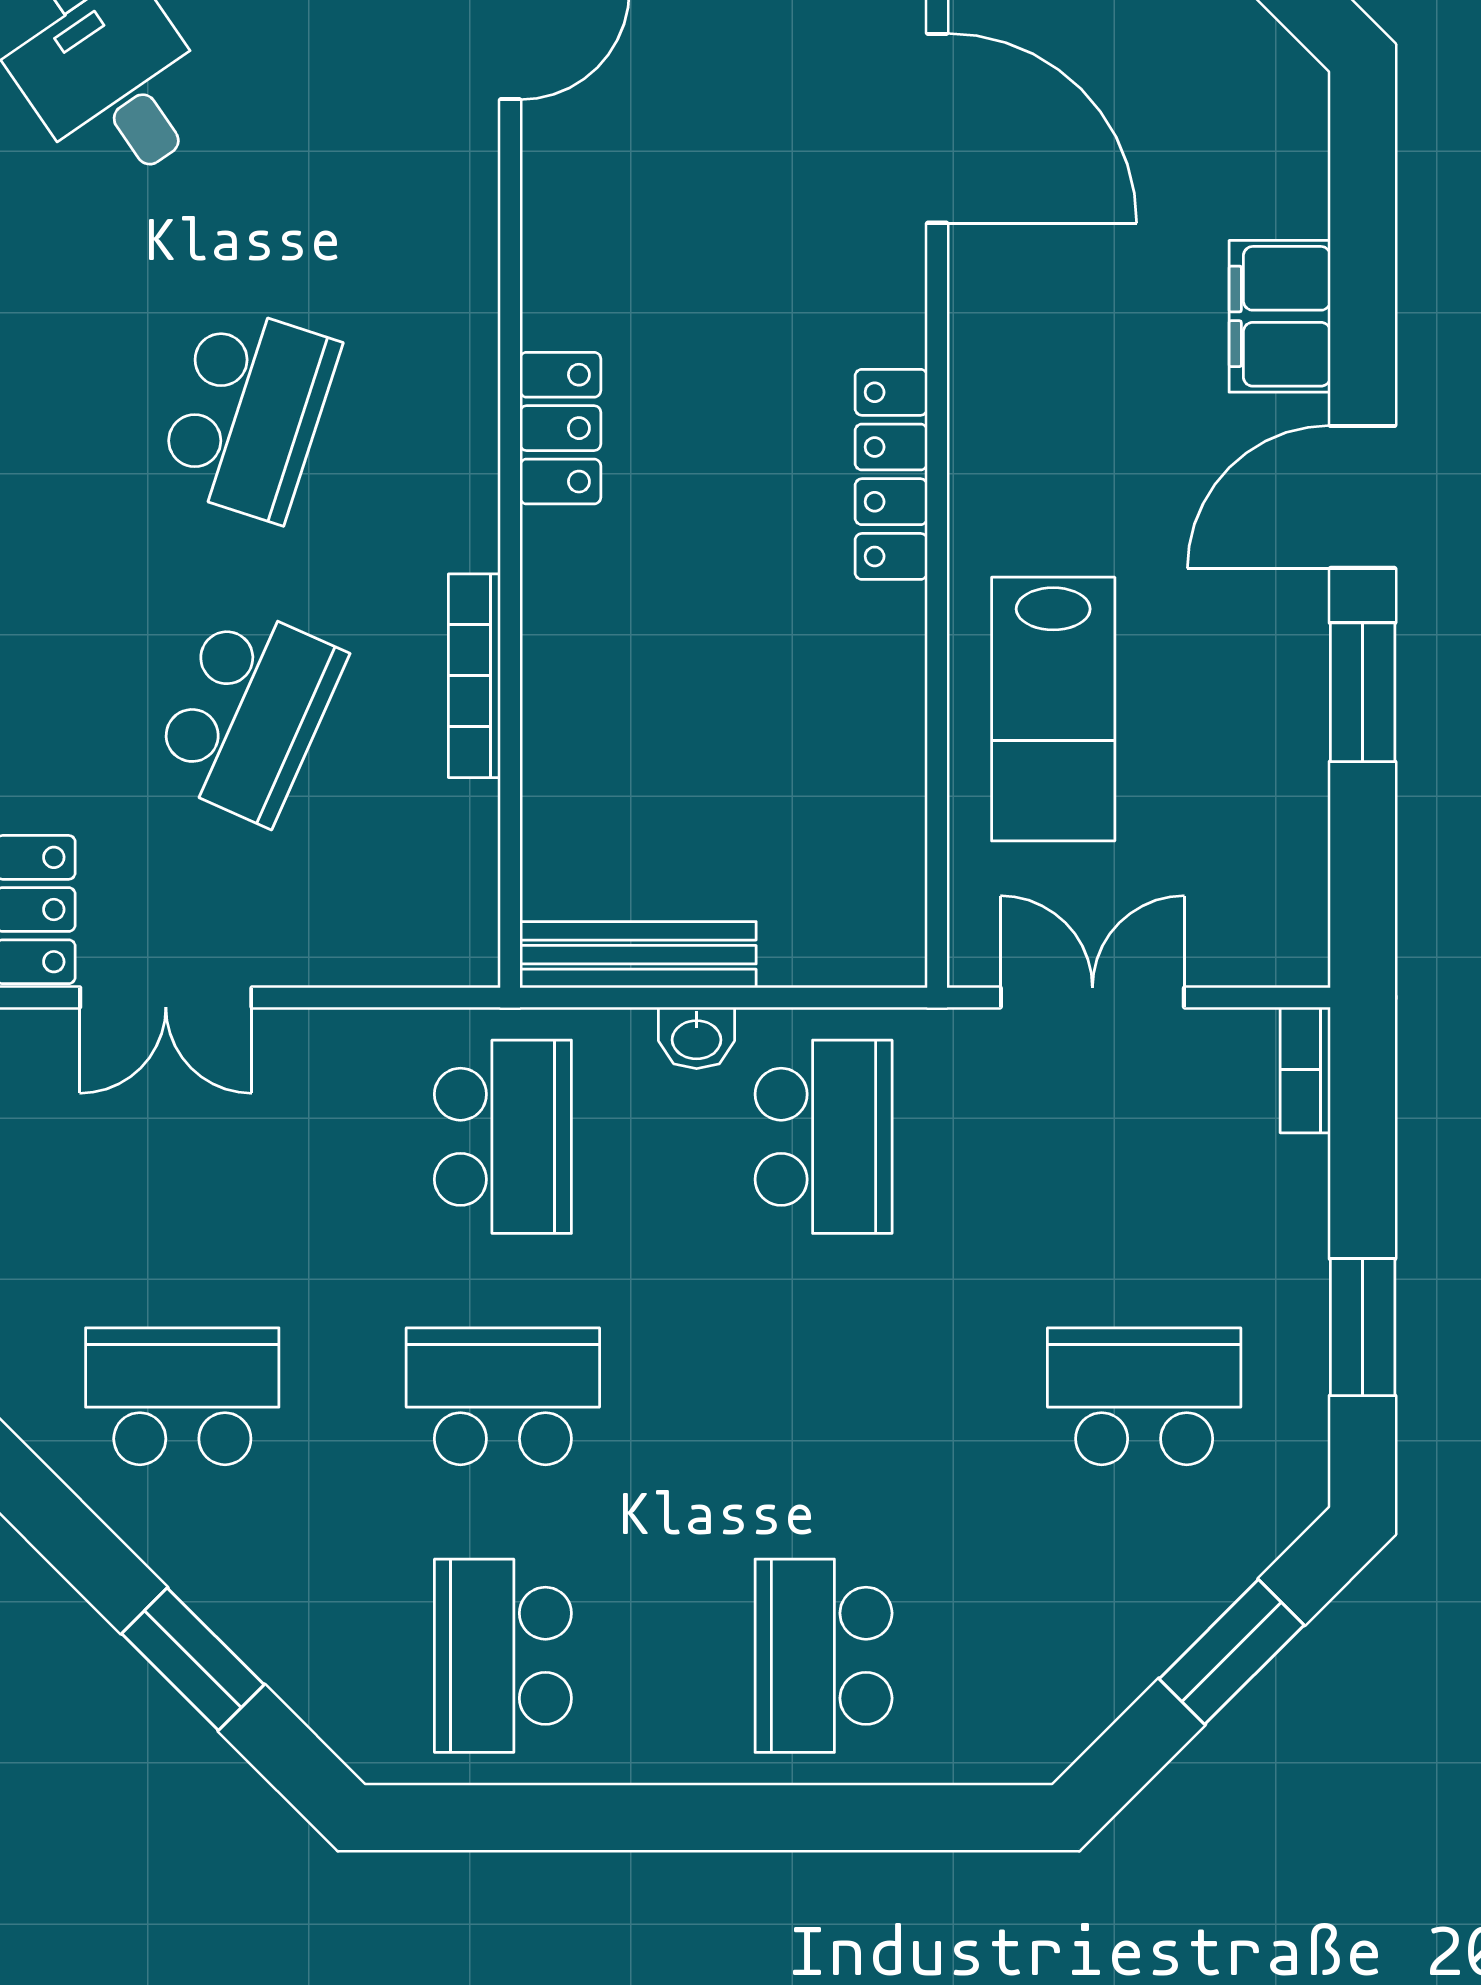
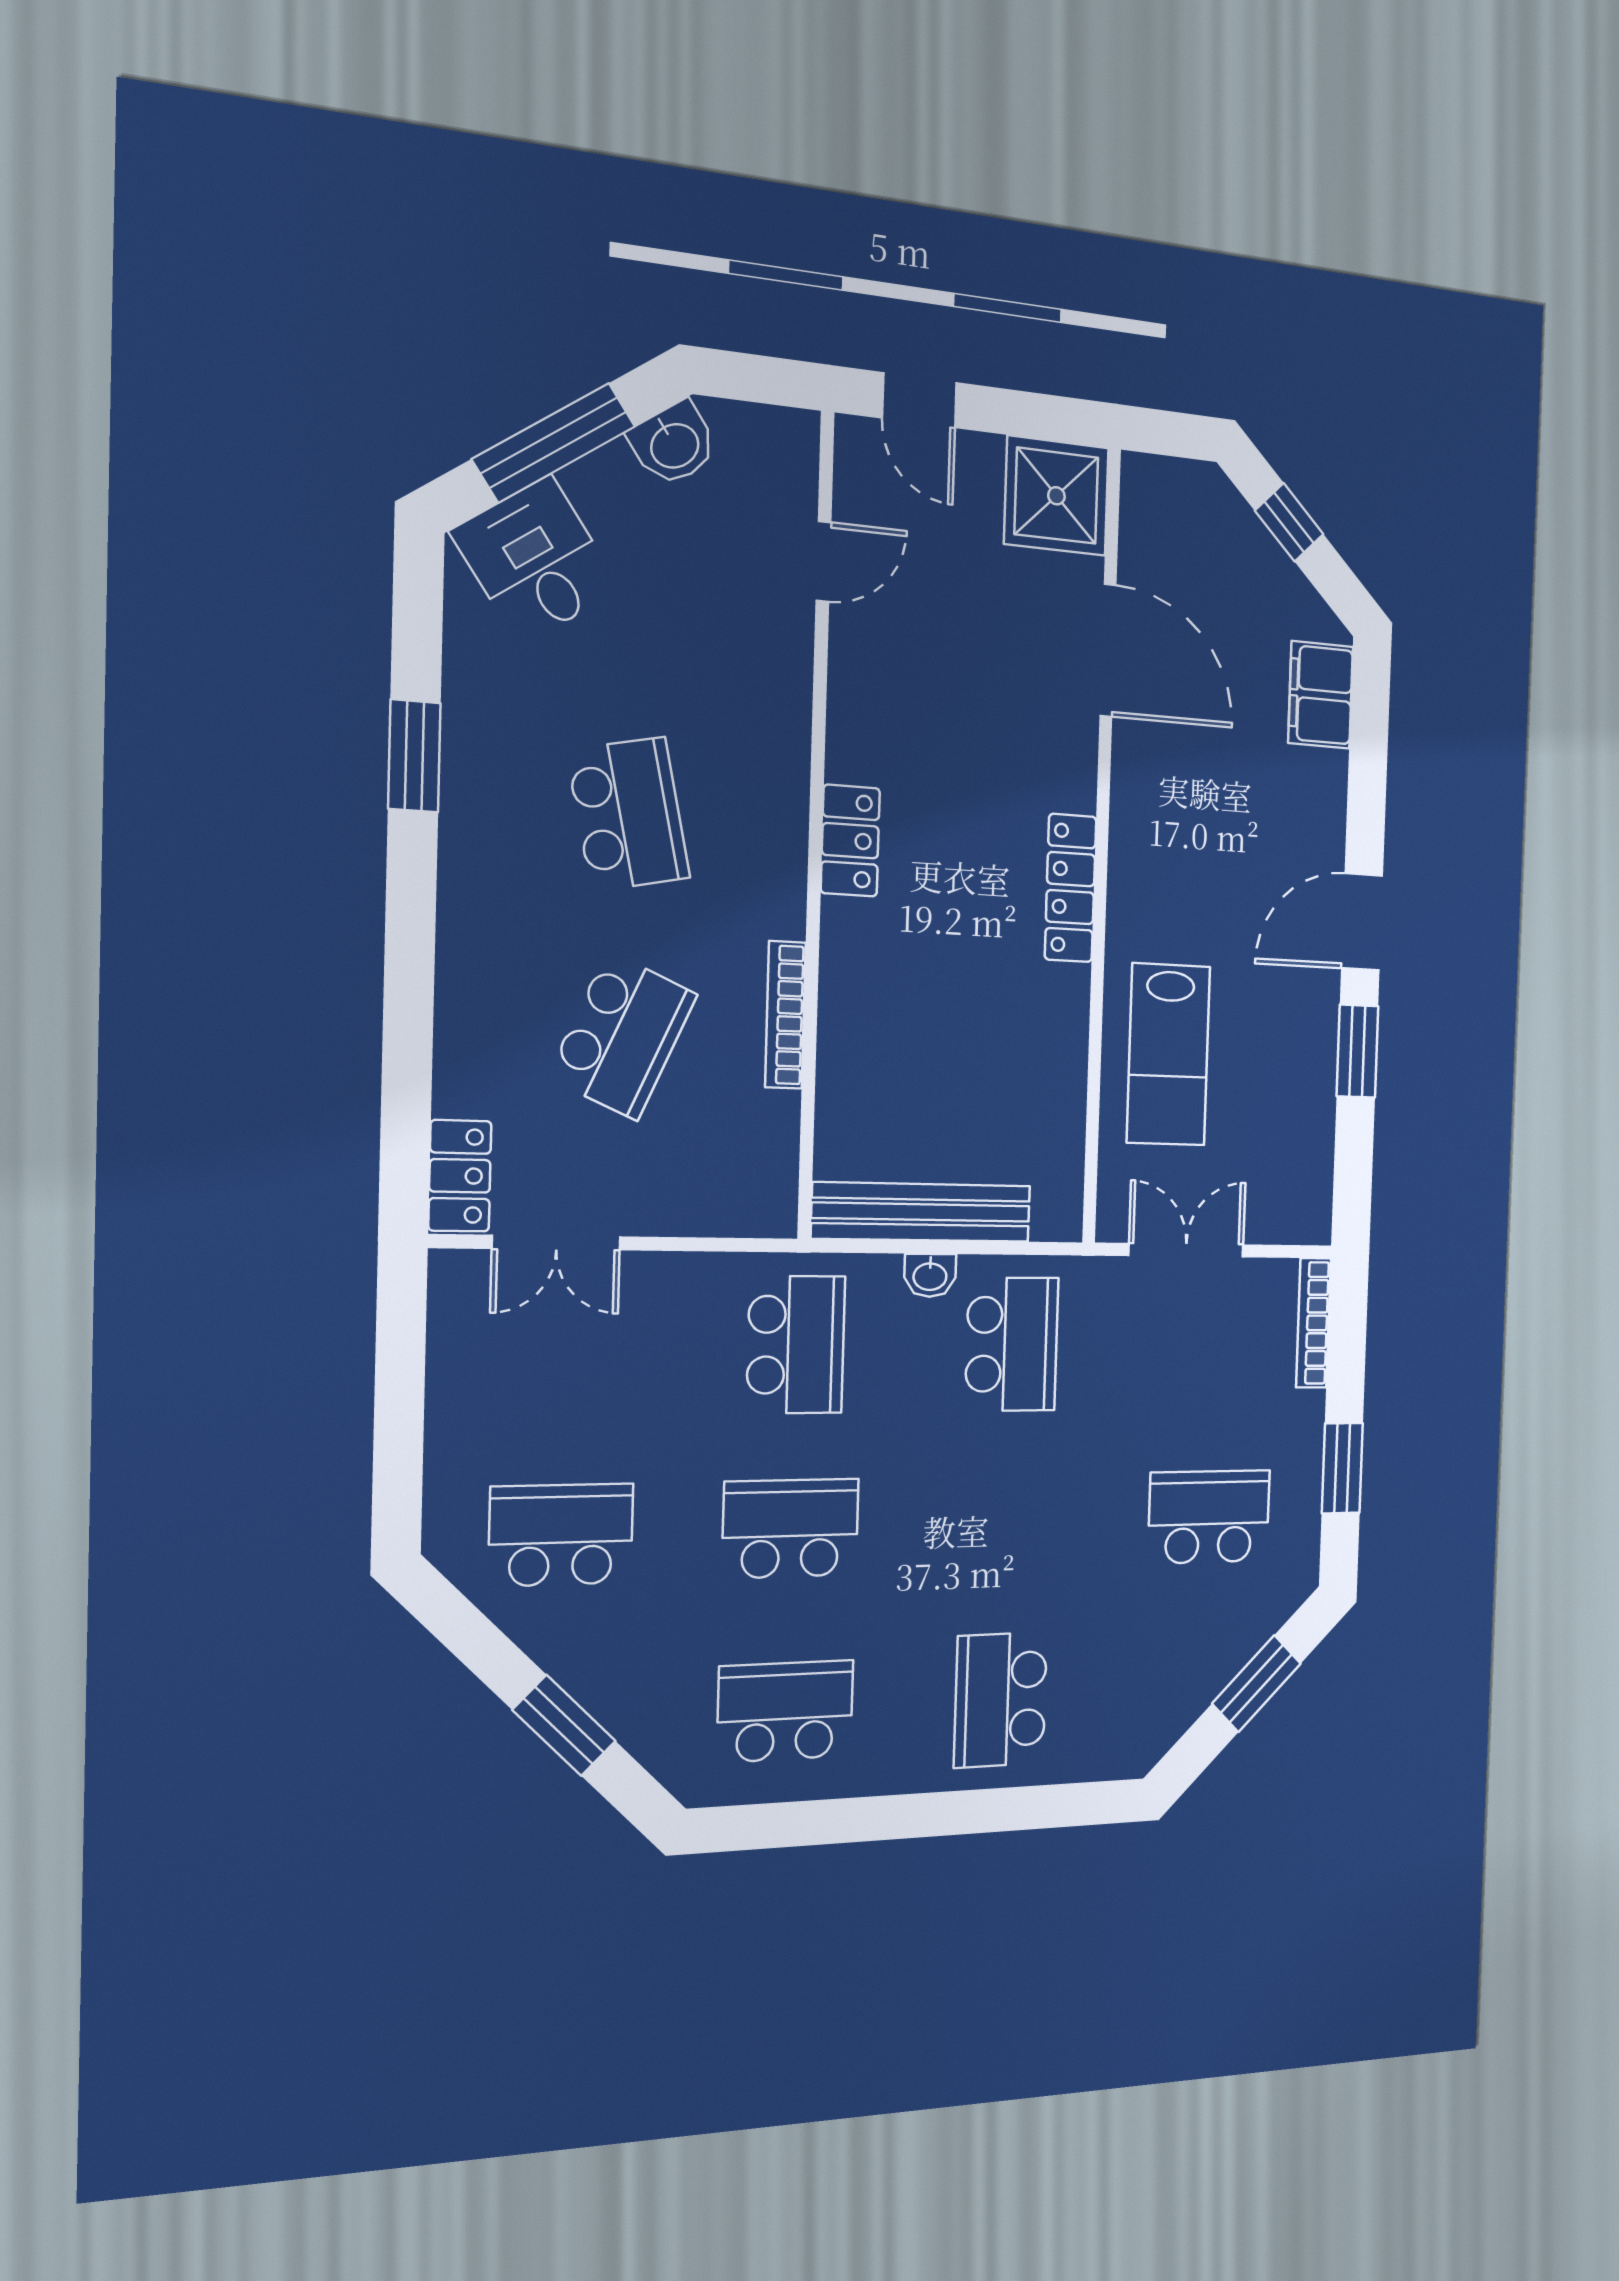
filing cabinet: (1280, 316) -> (1321, 695), moved
school desk: (248, 413) -> (628, 814), turned -30
bench: (638, 955) -> (922, 1212), width x1.37, depth x1.21
bookcase: (1305, 1070) -> (1313, 1323), width x1.56
school desk: (503, 1656) -> (785, 1711), turned 90

